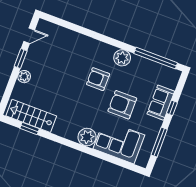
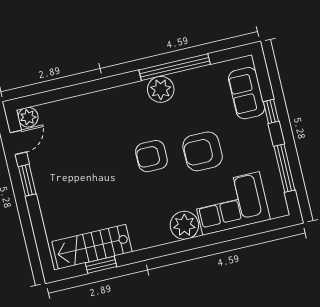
window: (156, 58) -> (175, 67), moved
plant: (24, 77) -> (28, 117), moved
armchair: (98, 79) -> (151, 156), moved
sofa: (161, 103) -> (247, 93), moved

